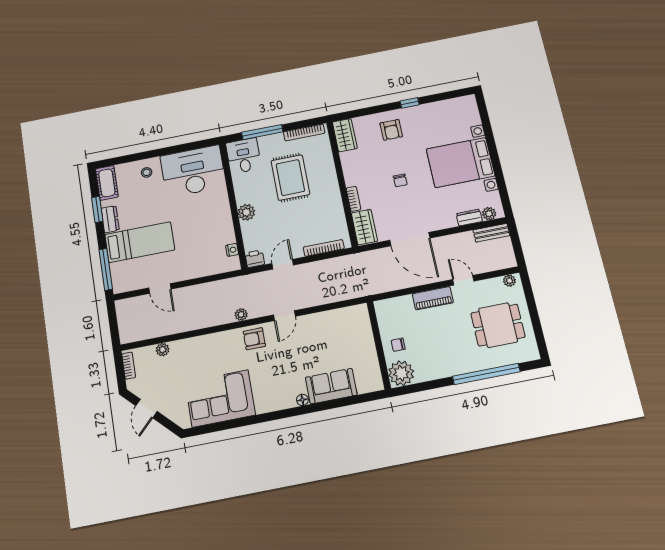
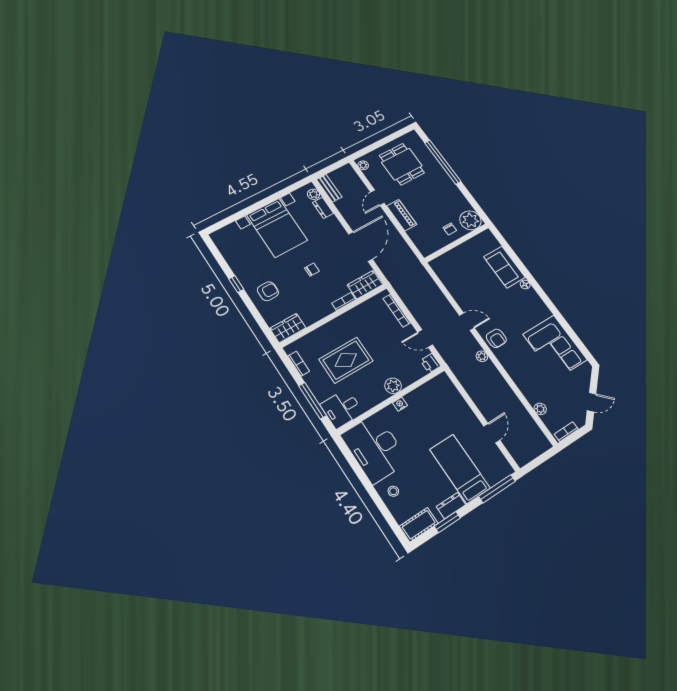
bookcase: (304, 132) -> (299, 364), width x0.64
nightstand: (232, 250) -> (400, 404), moved

